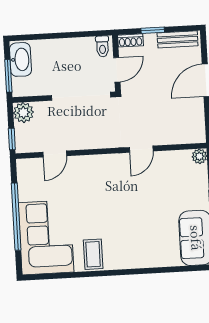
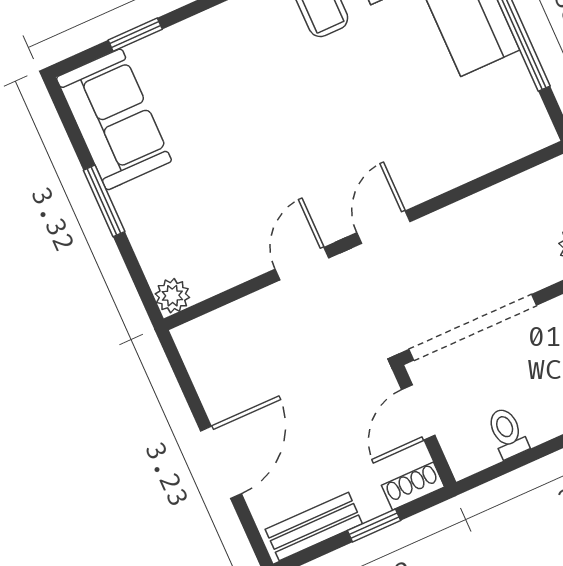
toilet: (102, 46) -> (507, 433), moved
door: (55, 154) -> (383, 227), moved
window: (174, 269) -> (135, 35), added

